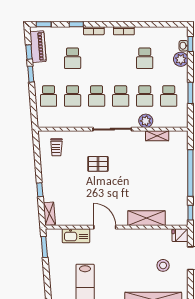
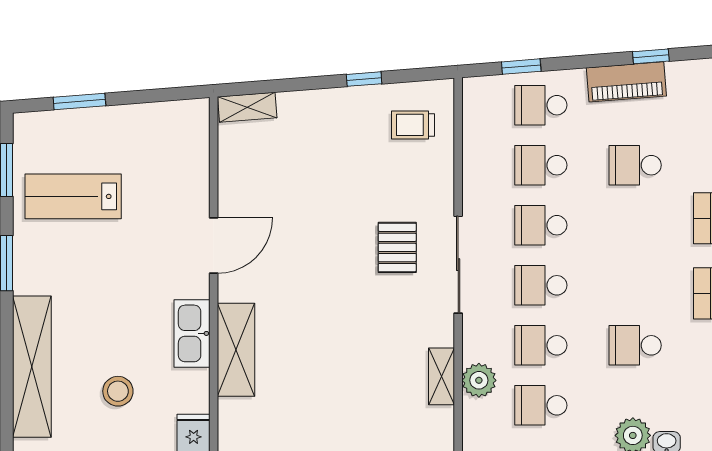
piano: (38, 47) -> (626, 82), moved
window: (31, 74) -> (521, 67), moved
plant: (146, 121) -> (479, 380), moved
pallet: (98, 164) -> (397, 247), moved
window: (40, 190) -> (364, 79), moved
kitchen sink: (76, 236) -> (192, 333), moved
window: (44, 247) -> (79, 101), moved

